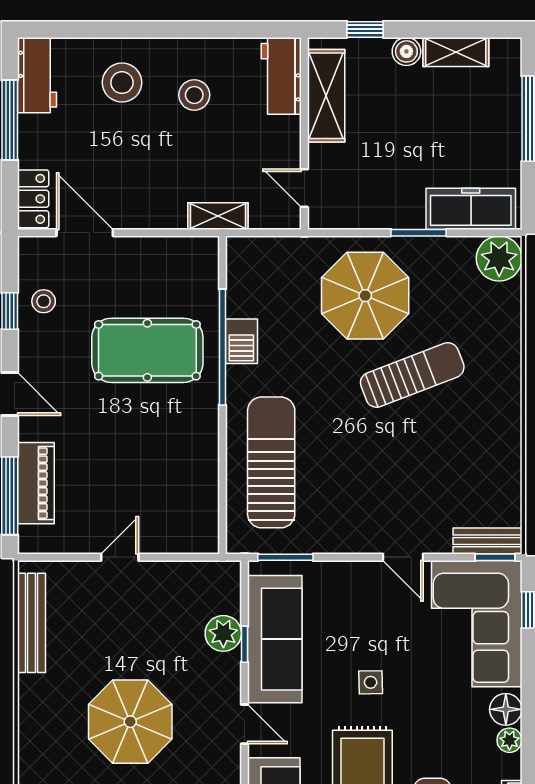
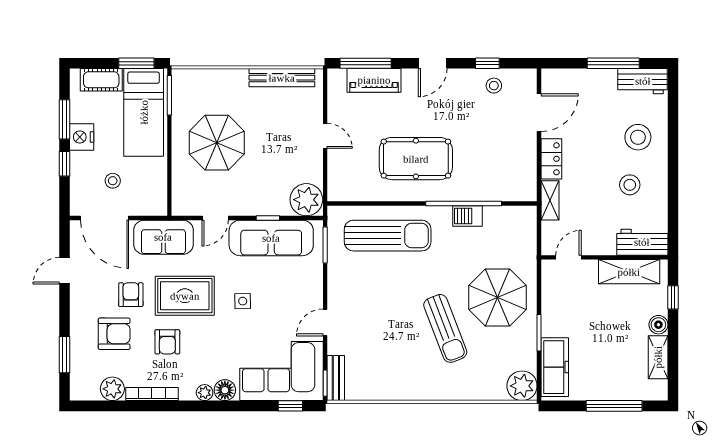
locker: (33, 199) -> (551, 159), moved, turned -90
pool table: (147, 350) -> (416, 159), moved, turned 90
plant: (223, 633) -> (306, 200), moved, width x1.36, depth x1.36

